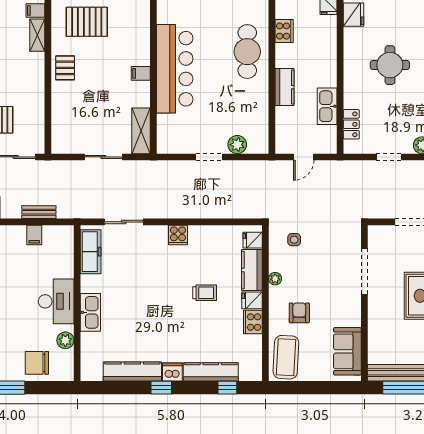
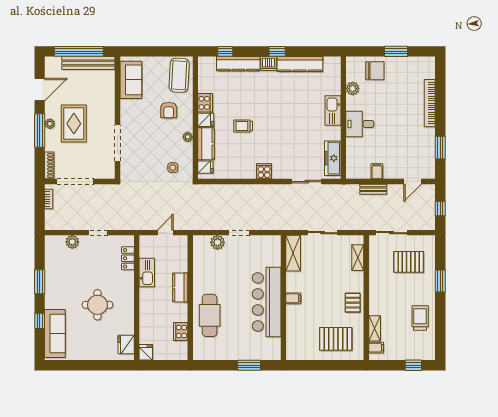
shelving: (59, 125) -> (358, 258), added
desk: (56, 301) -> (360, 124), width x0.73

